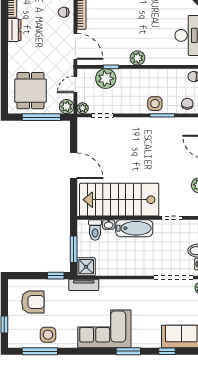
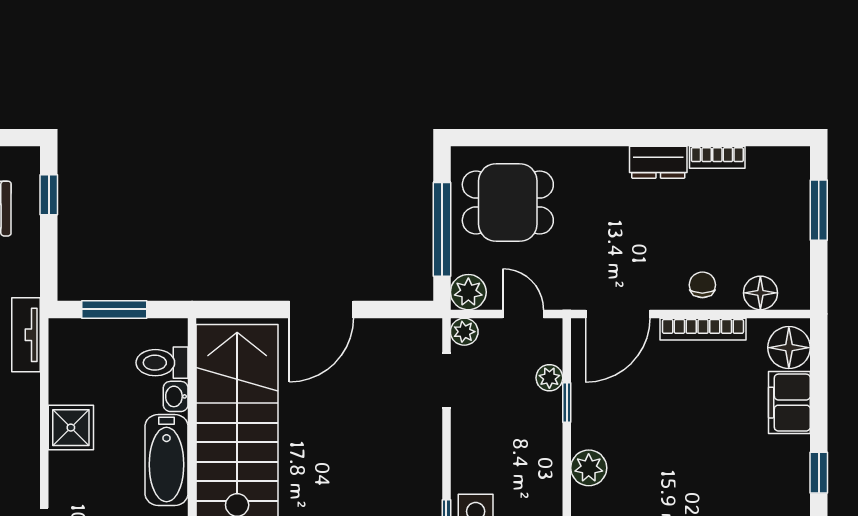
plant: (106, 79) -> (549, 378), width x0.53, depth x0.53
shower: (86, 267) -> (71, 428), moved
window: (56, 276) -> (49, 195), moved

